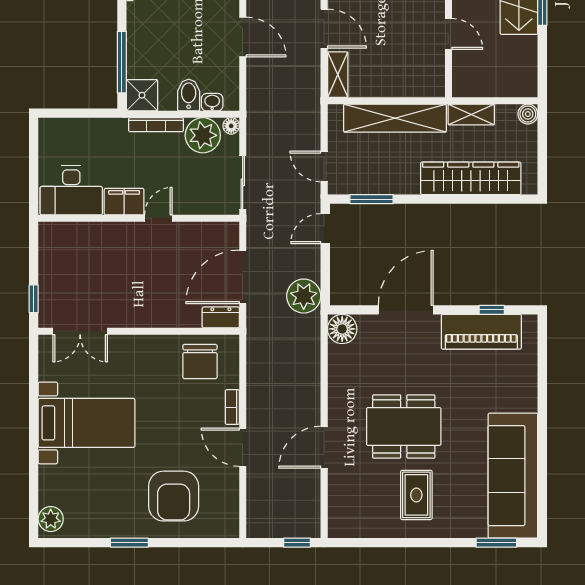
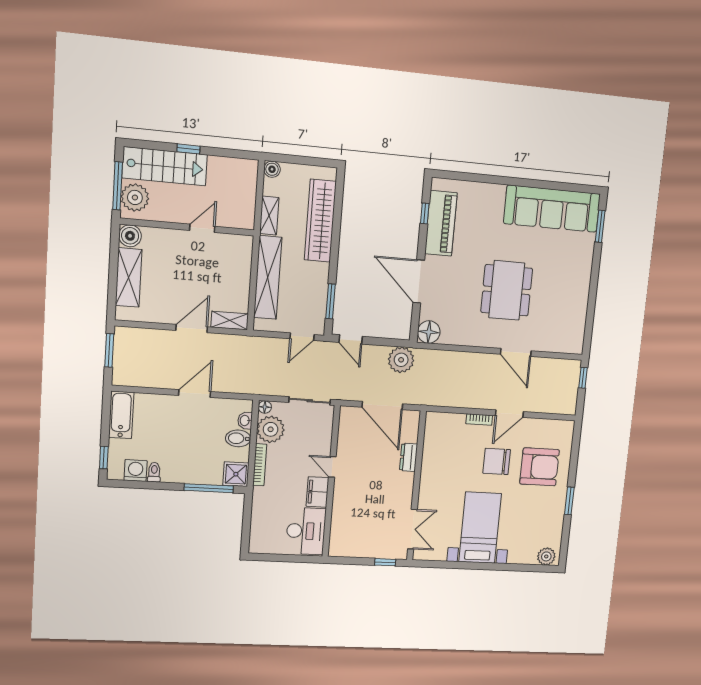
dresser: (221, 317) -> (409, 457), moved
chair: (200, 362) -> (497, 461), moved, turned 180
rug: (416, 495) -> (558, 285), removed

